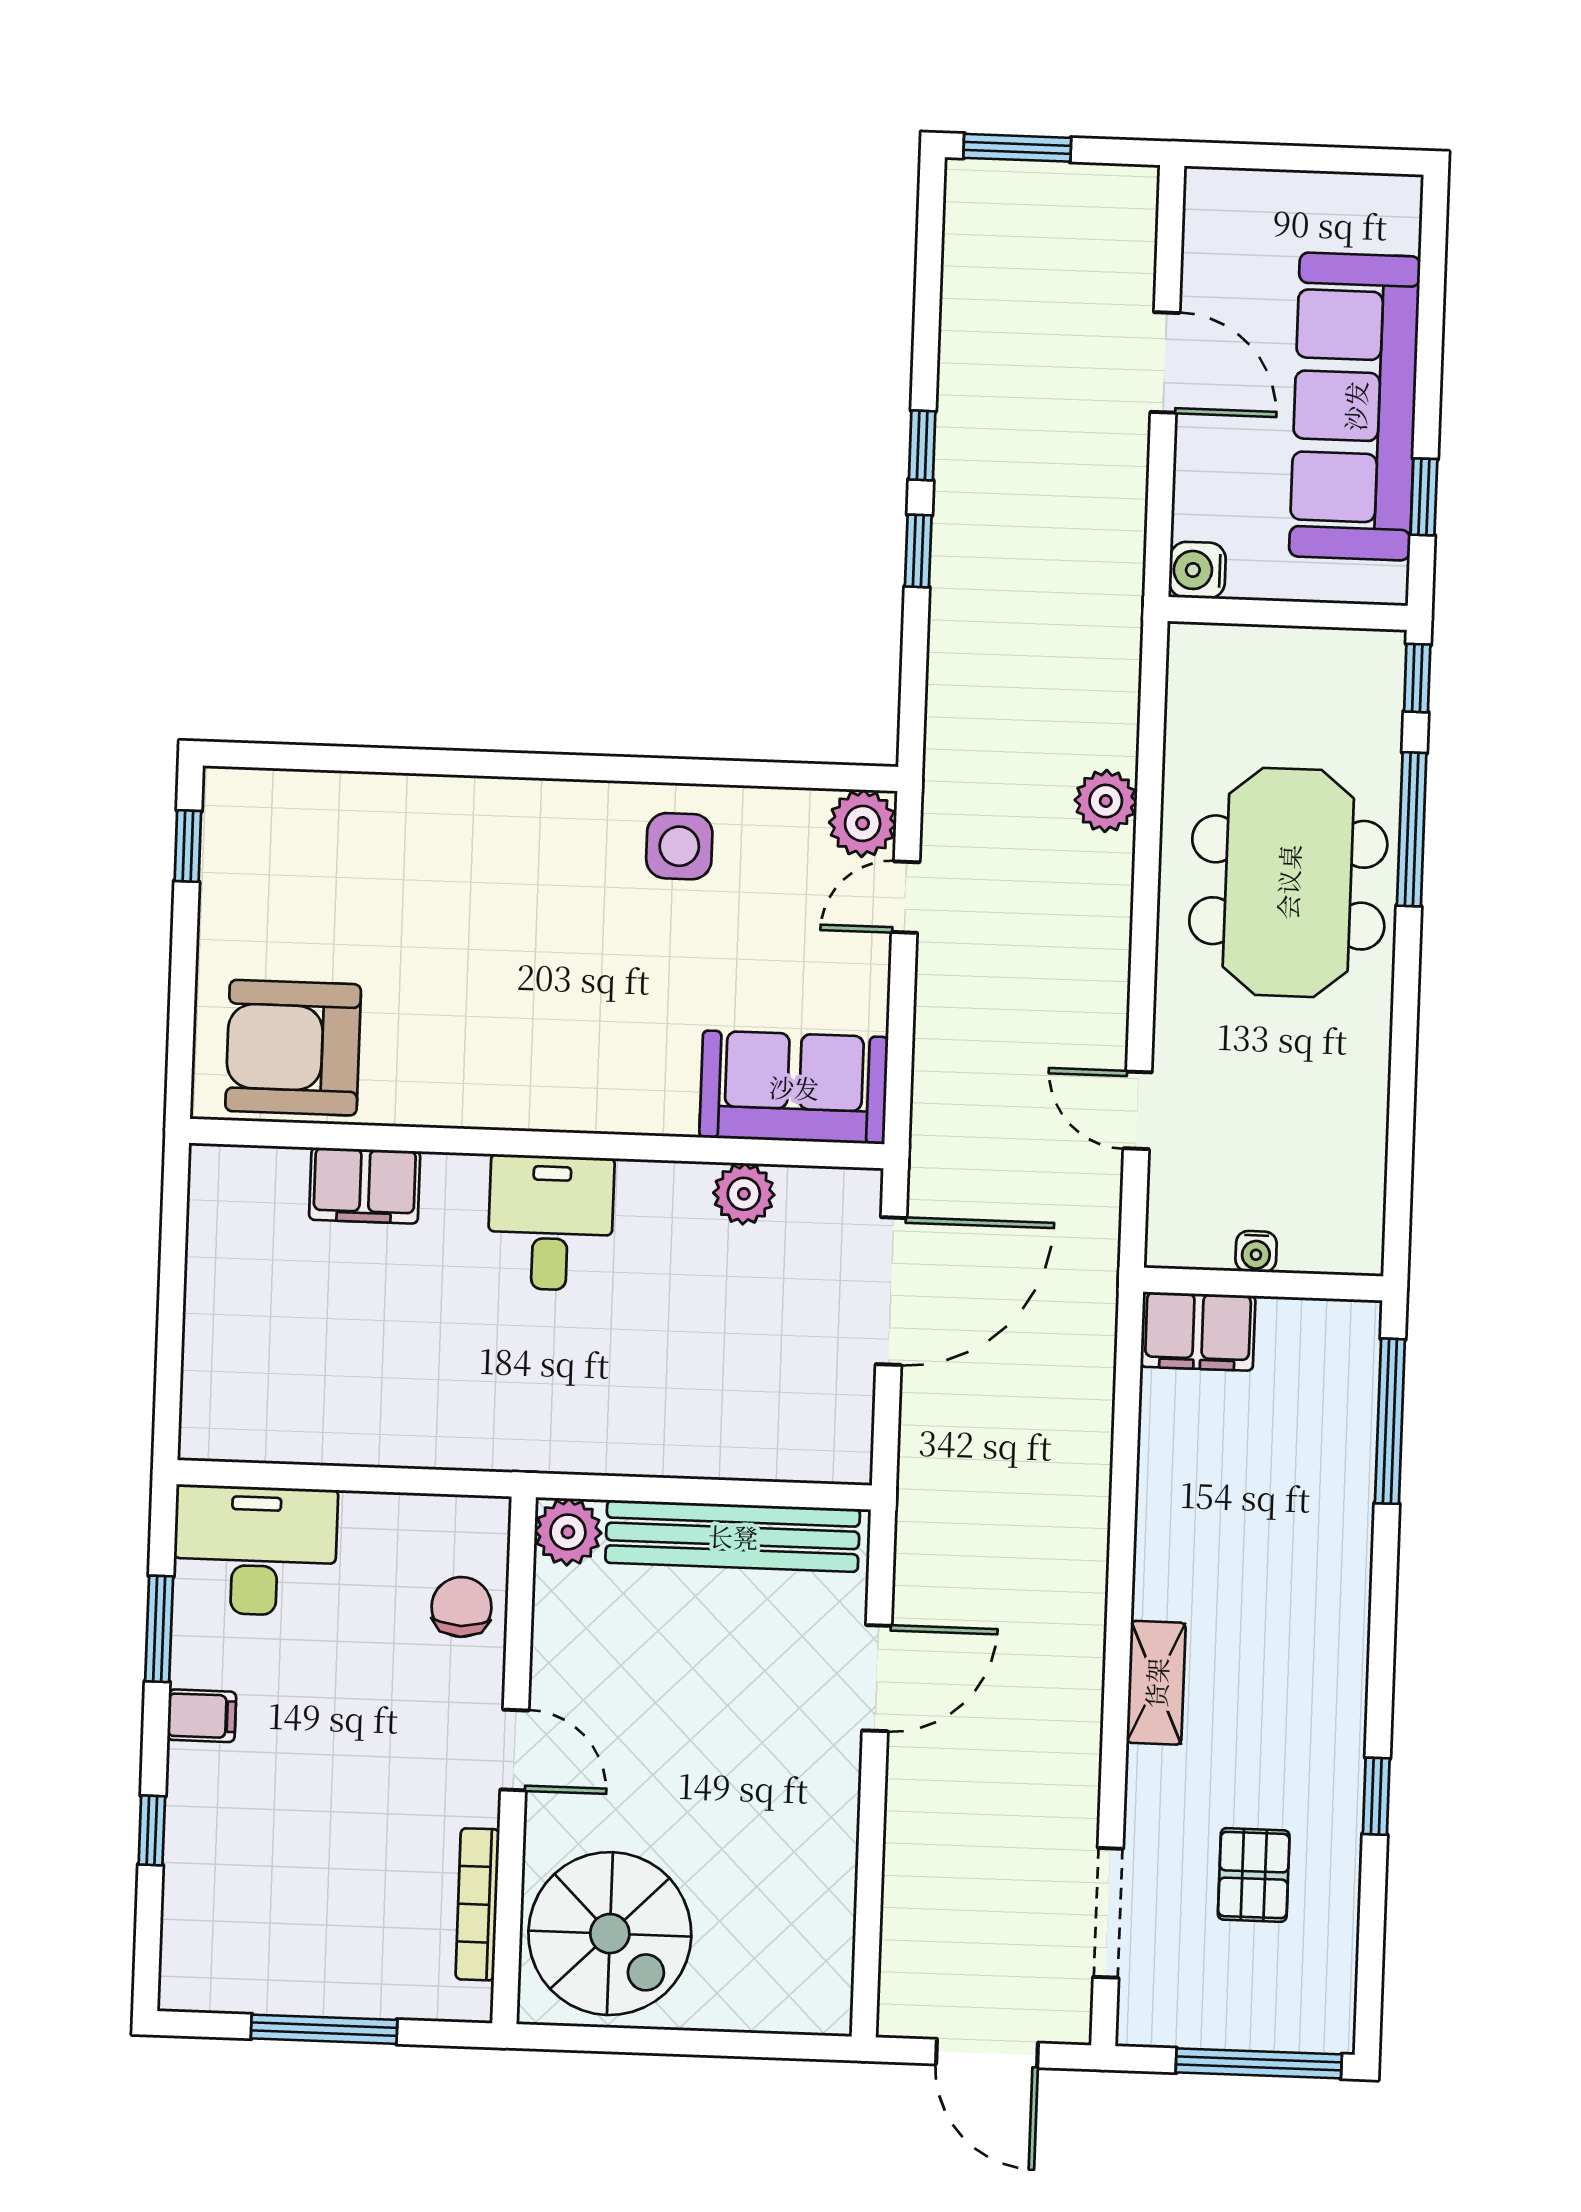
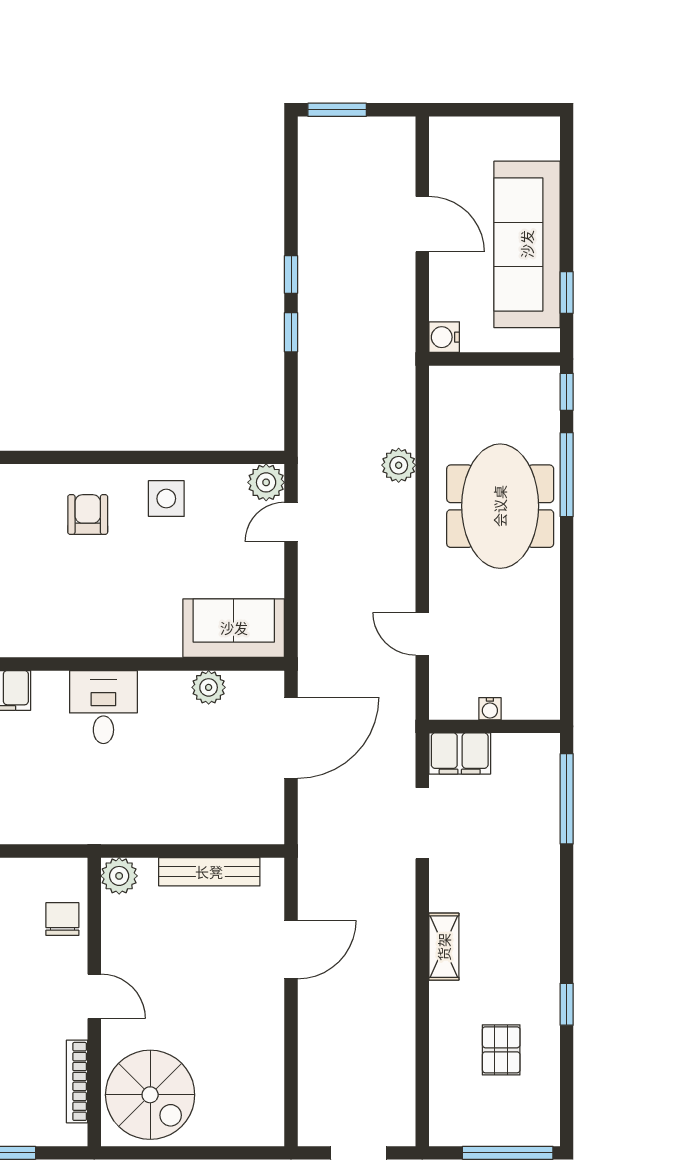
armchair: (535, 870) -> (88, 515), added
bench: (733, 1536) -> (209, 872), width x0.73, depth x0.82
doorway: (1108, 1913) -> (422, 823), moved

